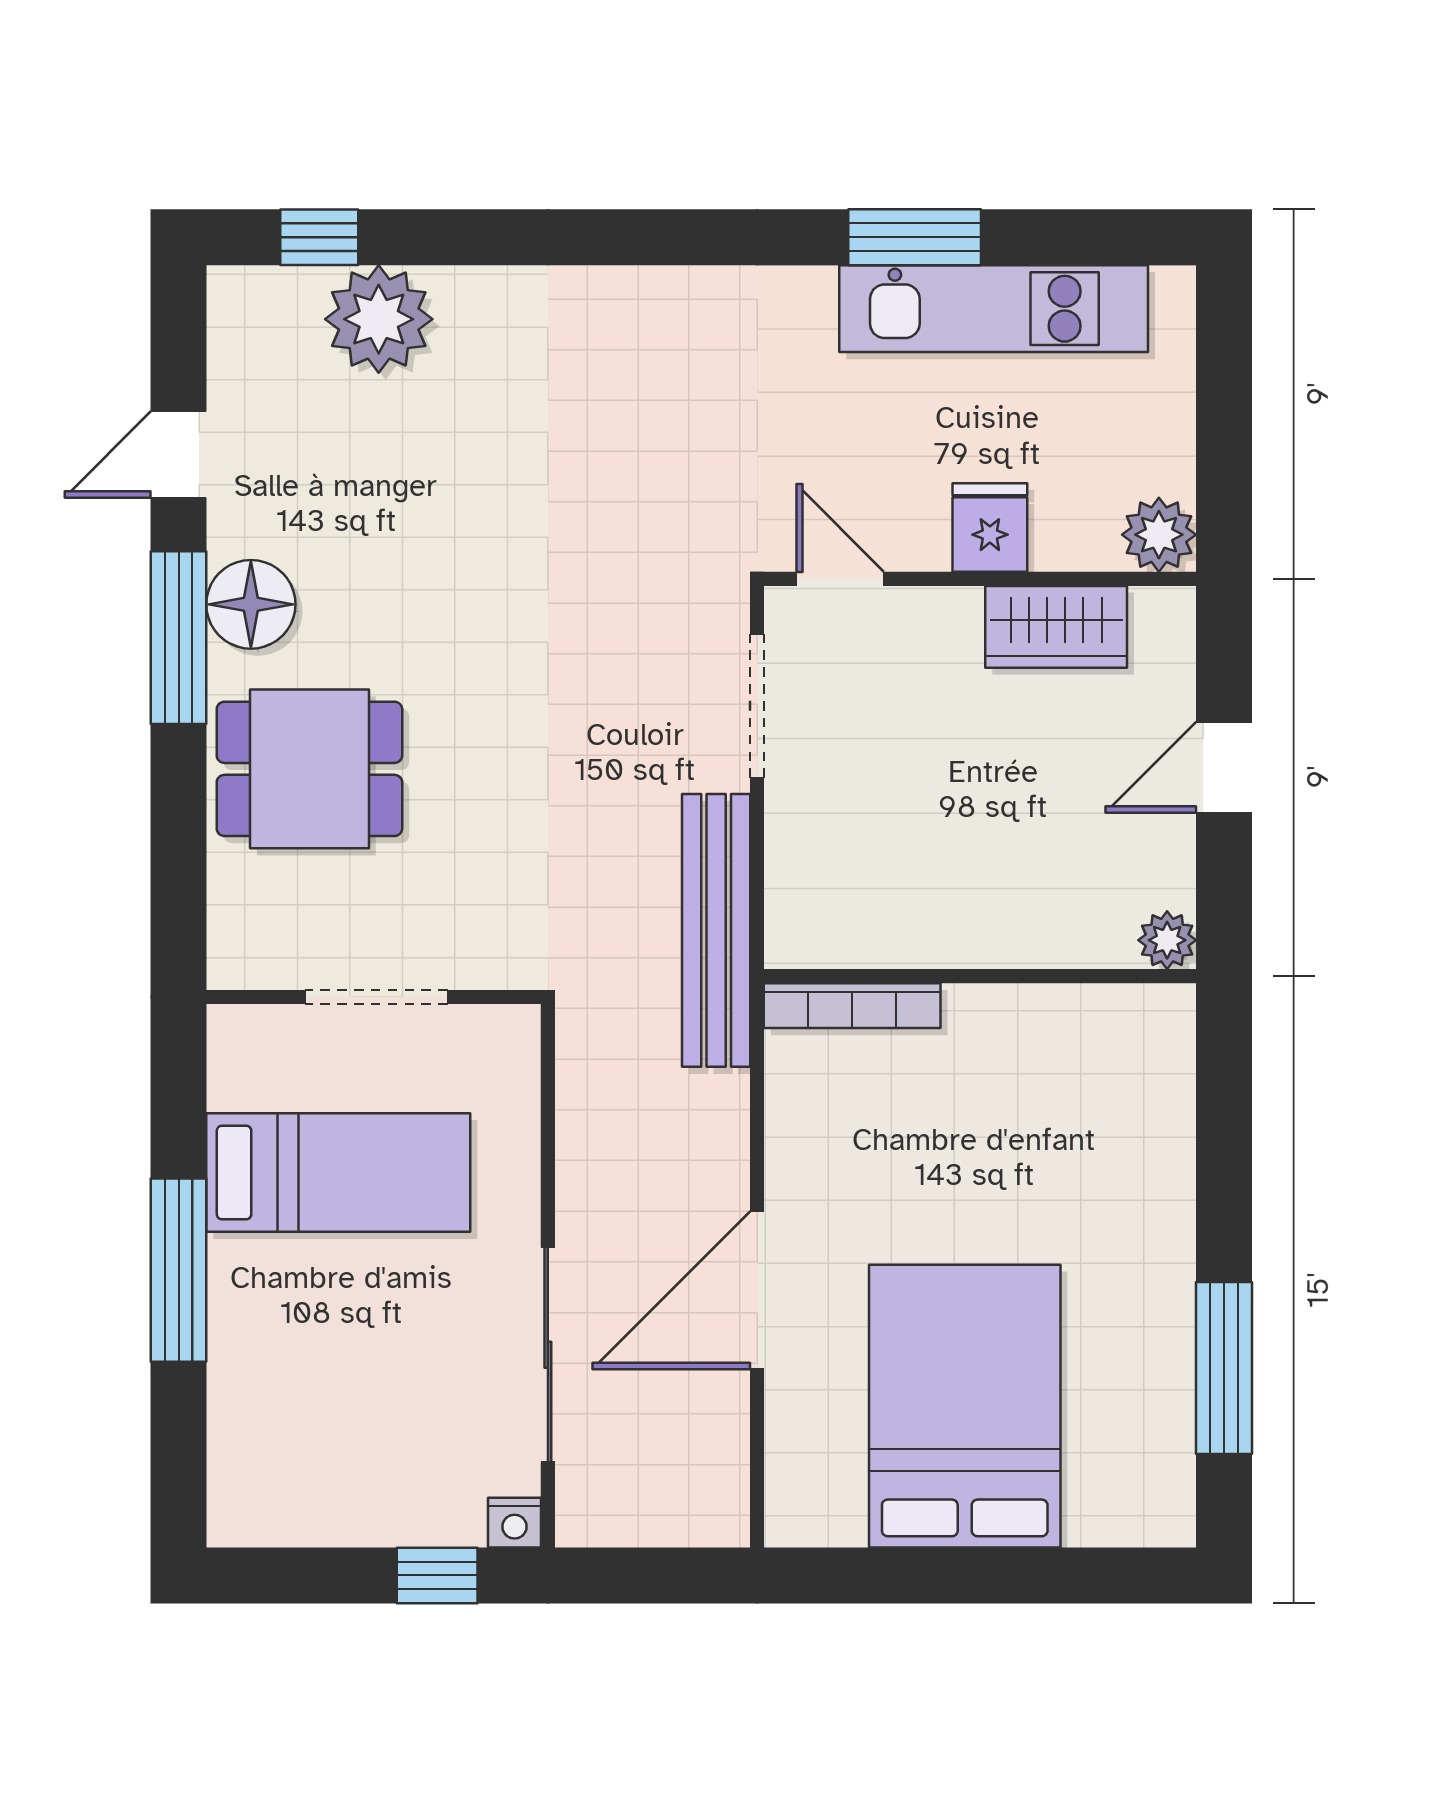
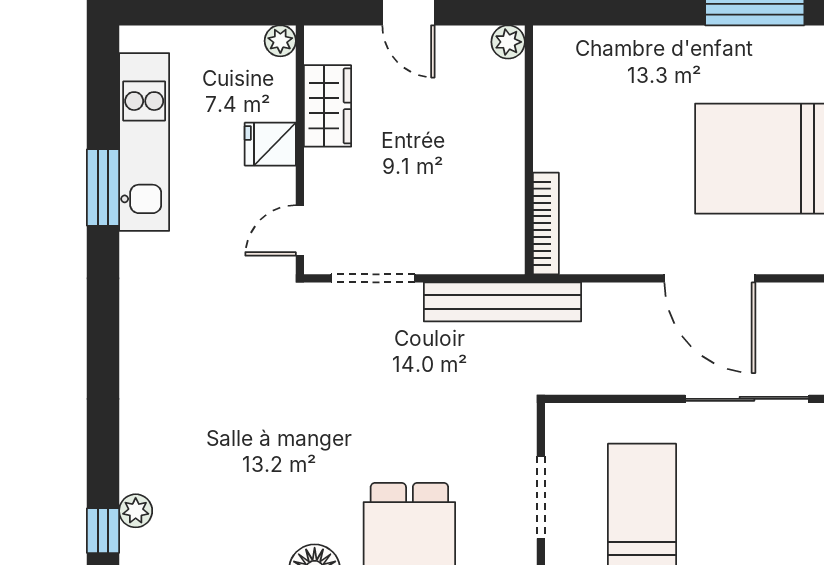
plant: (379, 319) -> (136, 511), width x0.53, depth x0.53
plant: (1159, 535) -> (280, 41), width x0.73, depth x0.73

